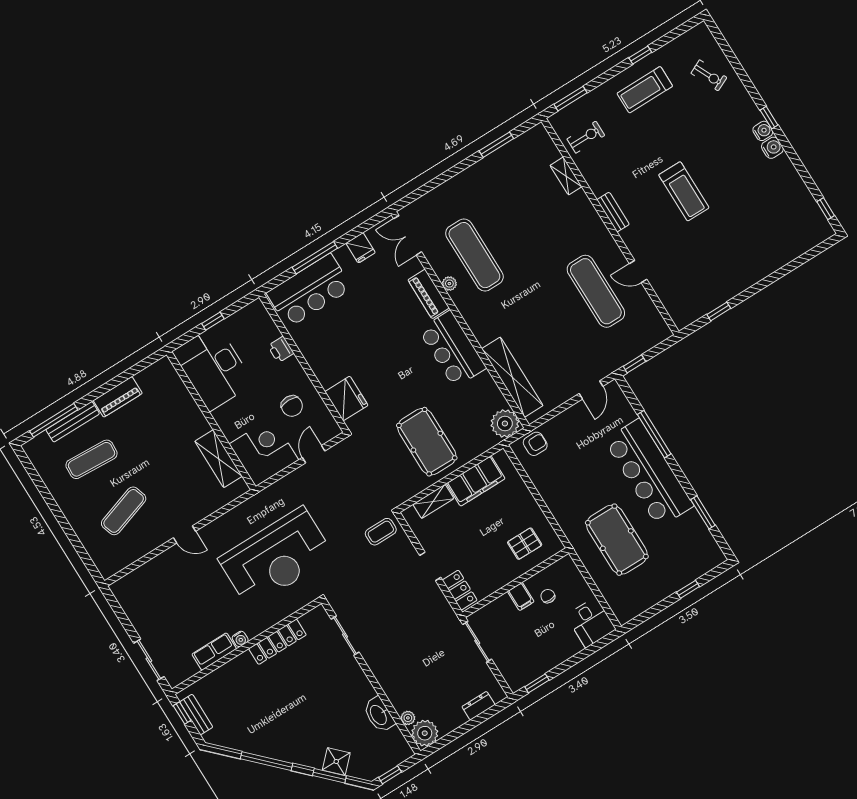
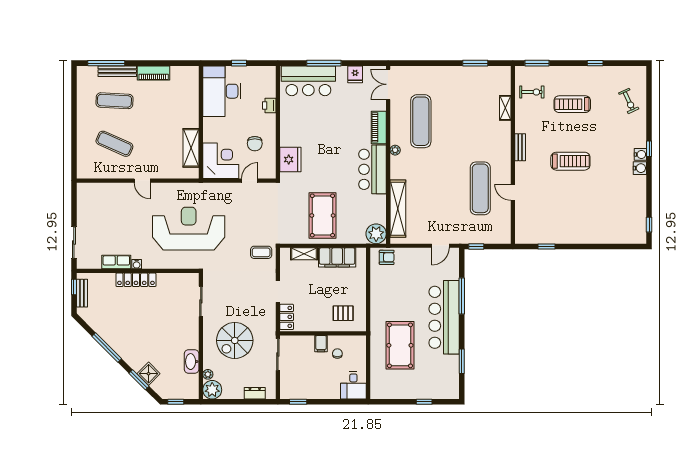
treadmill: (645, 90) -> (572, 104), moved
treadmill: (684, 191) -> (570, 161), turned -90
plant: (449, 284) -> (395, 150), moved
exercise mat: (124, 511) -> (114, 144), turned 42
reception desk: (276, 557) -> (189, 229), turned 180
locker: (277, 642) -> (136, 280), moved
spiral stairs: (415, 657) -> (235, 340), added

